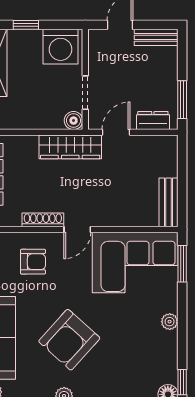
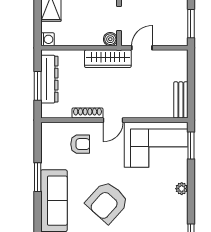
dresser: (153, 121) -> (169, 39), removed

